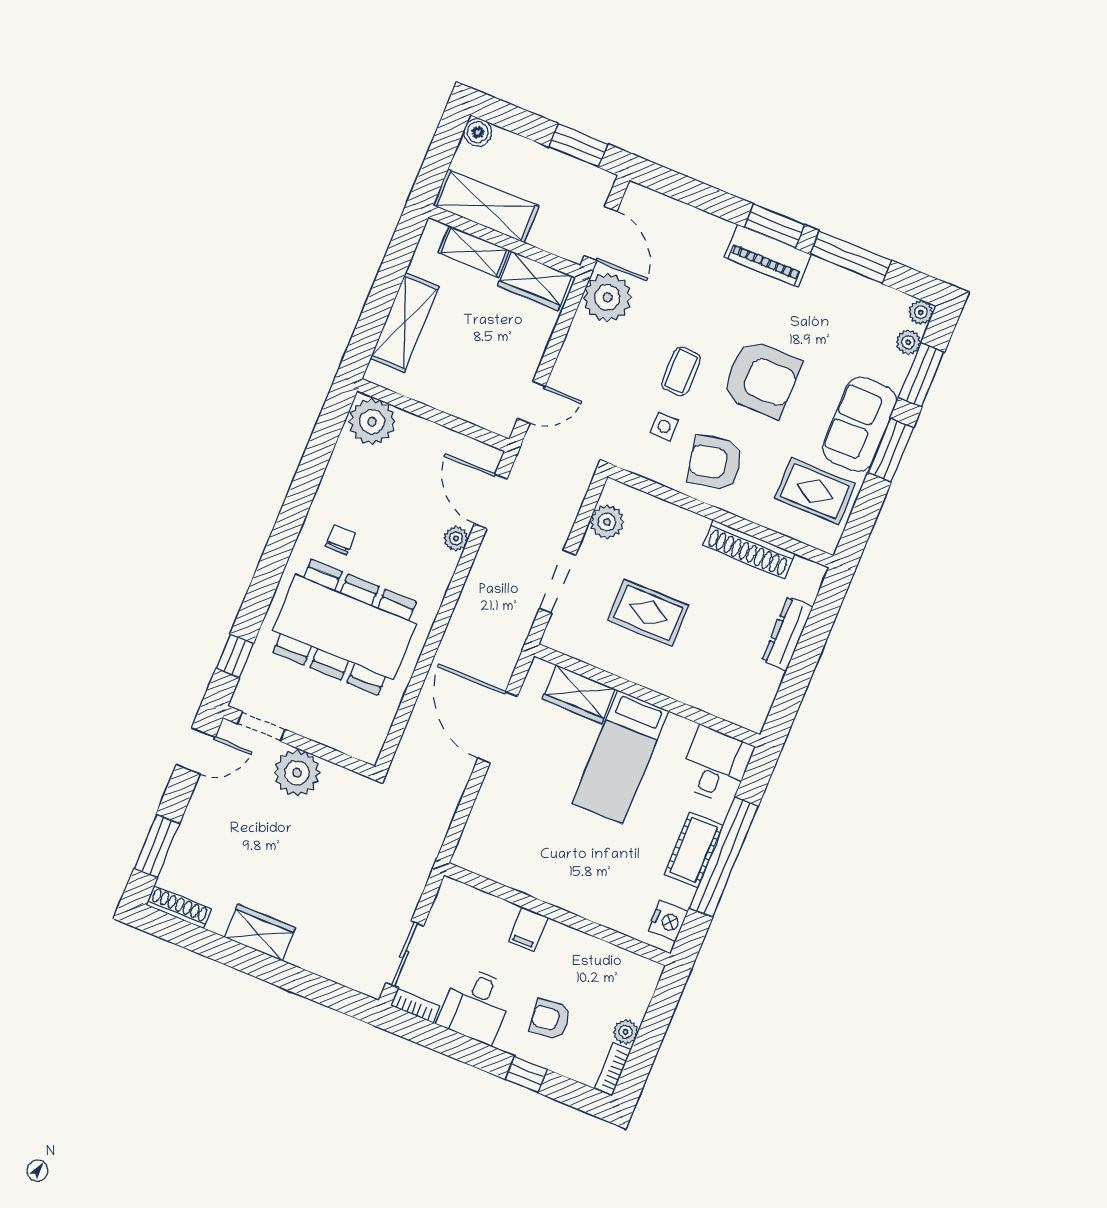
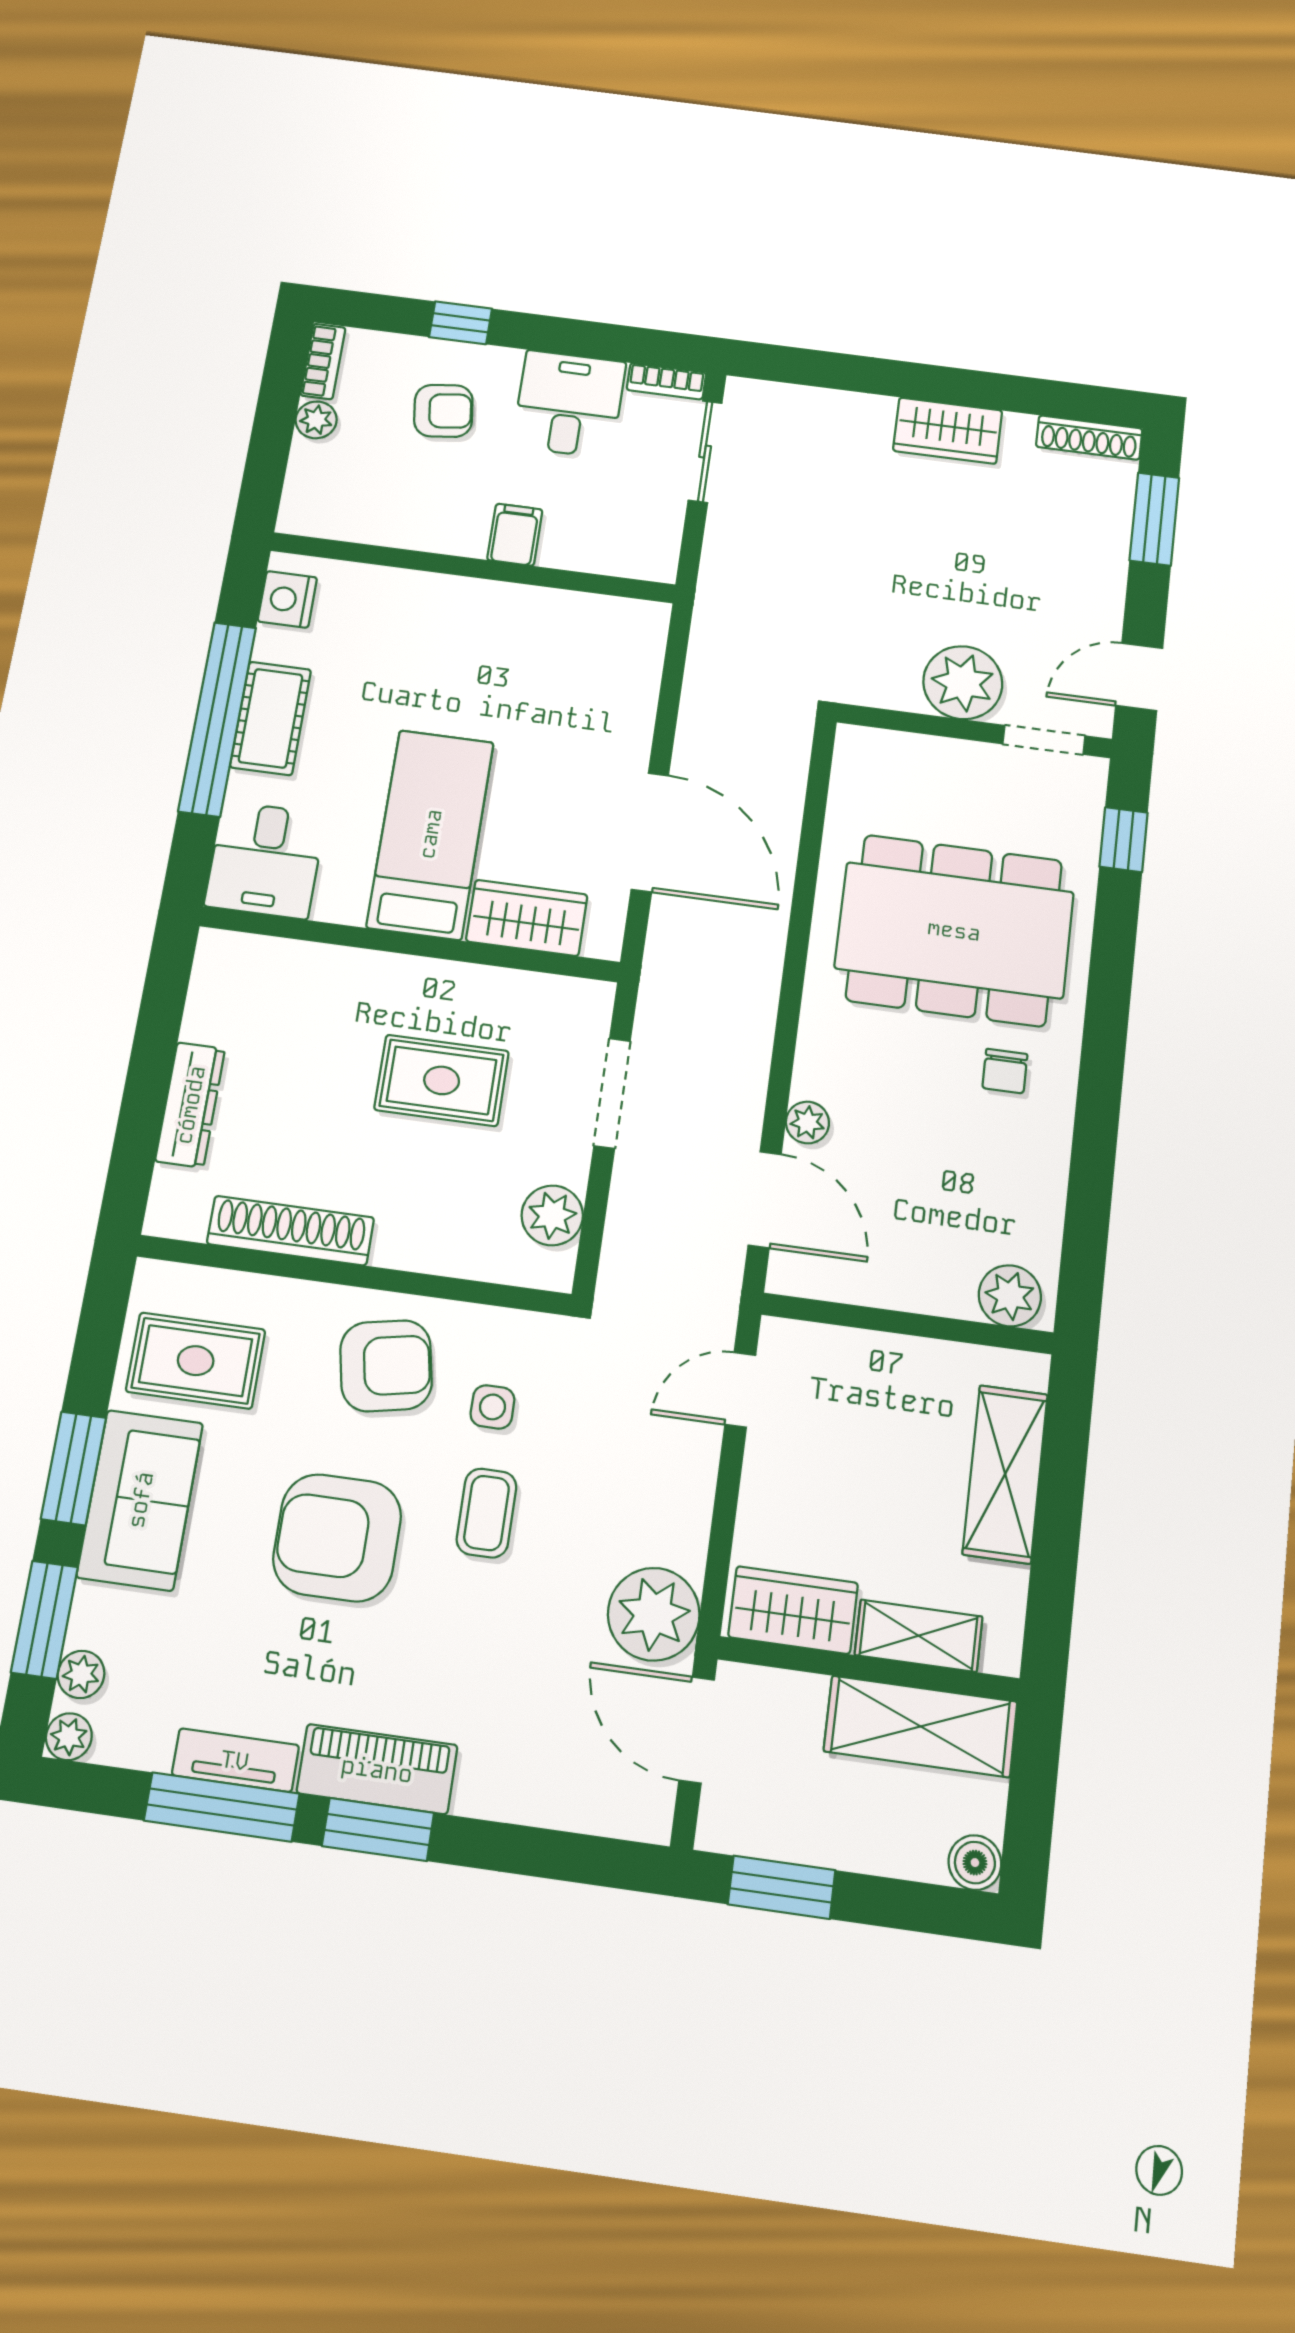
tv unit: (839, 279) -> (235, 1760), added
plant: (372, 422) -> (1010, 1296), width x0.73, depth x0.73

